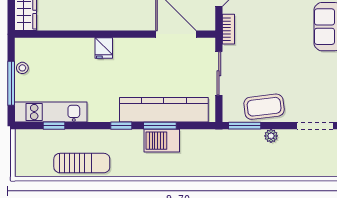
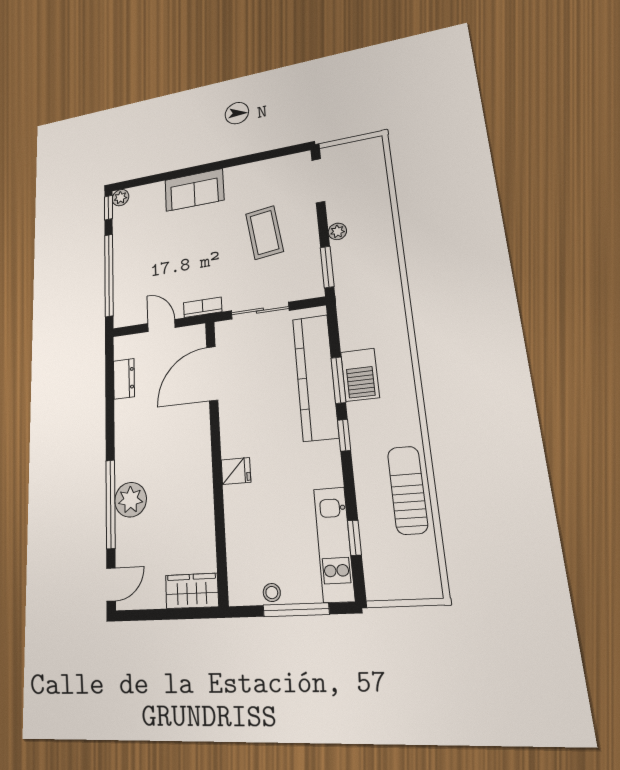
coffee table: (264, 107) -> (264, 233), moved

